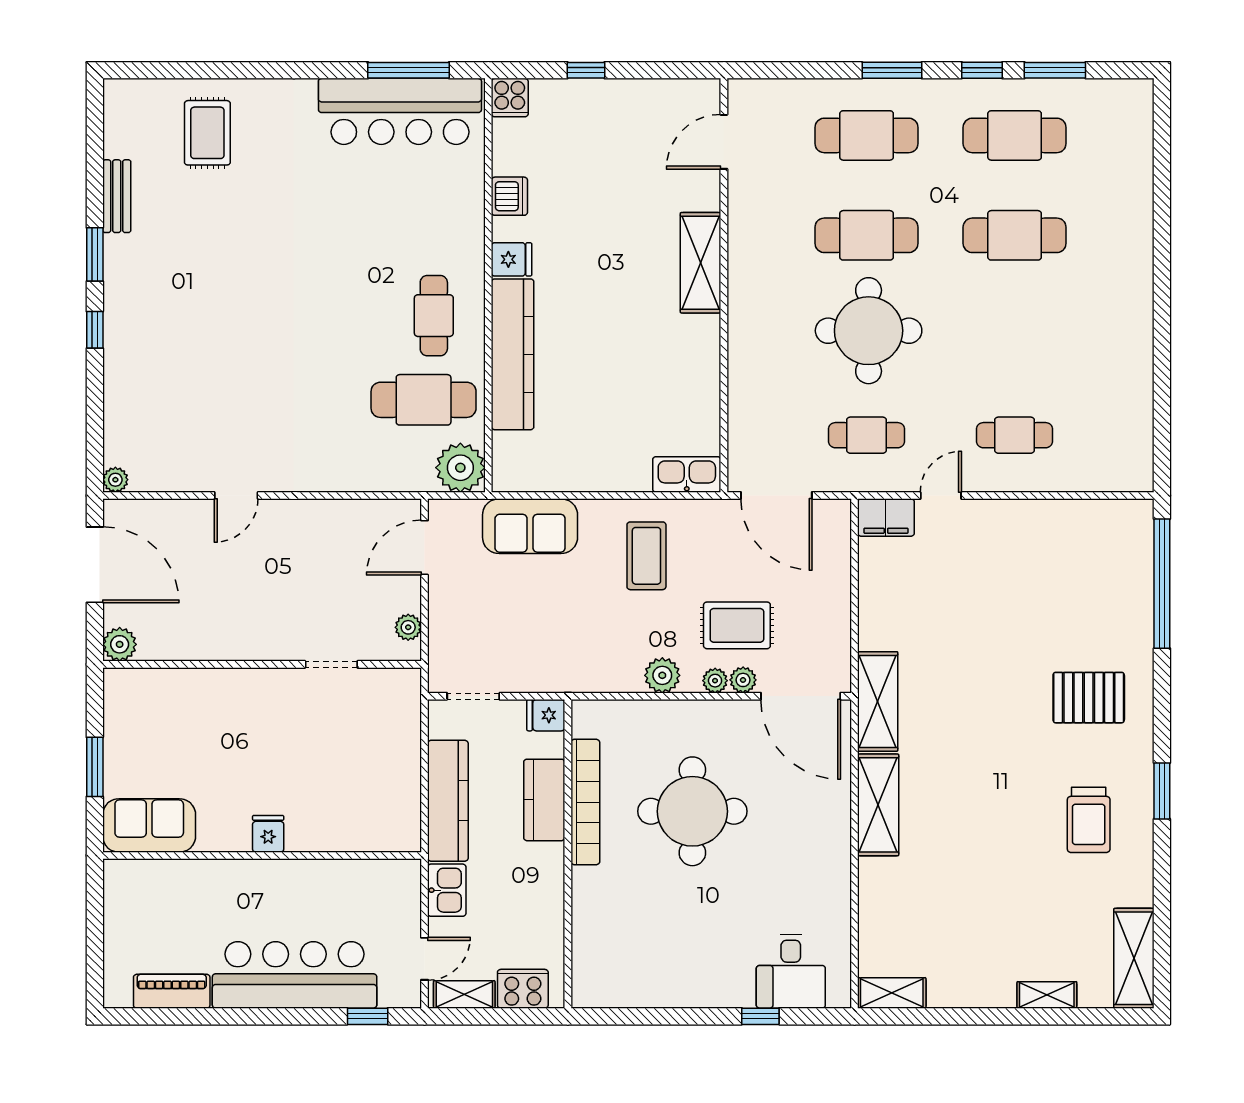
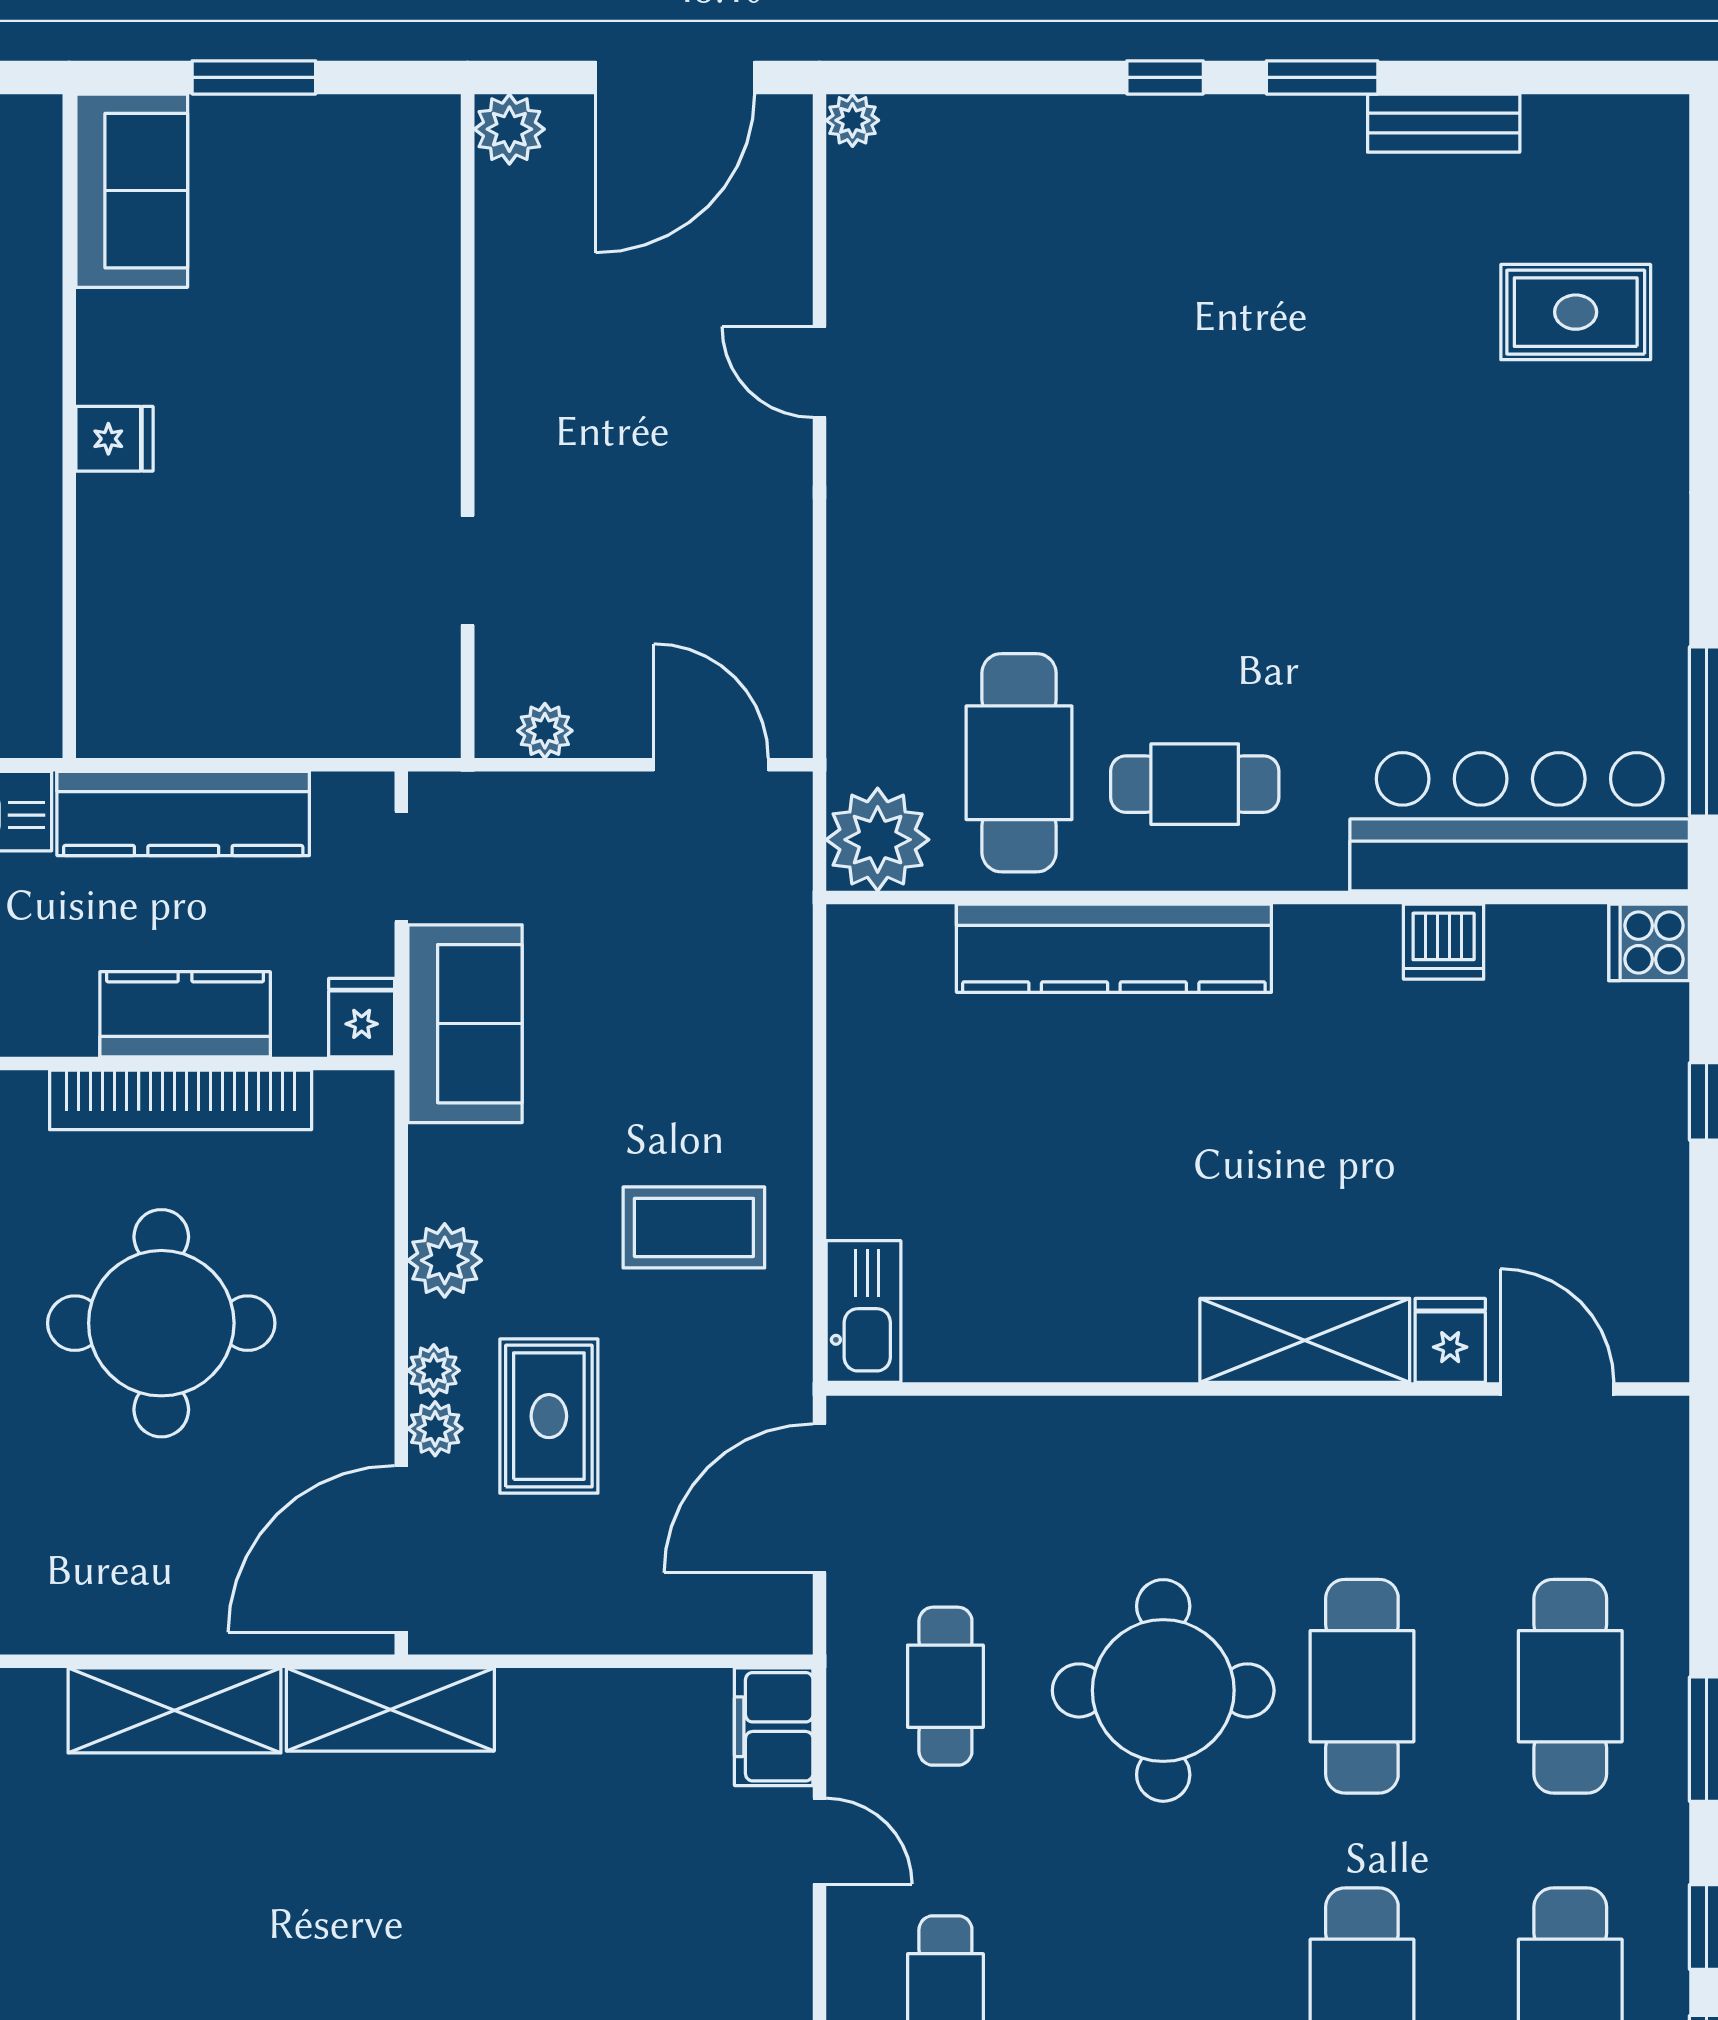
bar counter: (400, 111) -> (1520, 822), moved, turned 90
fridge: (511, 259) -> (1450, 1340), moved, turned 180
sofa: (530, 526) -> (465, 1024), moved, turned 180

